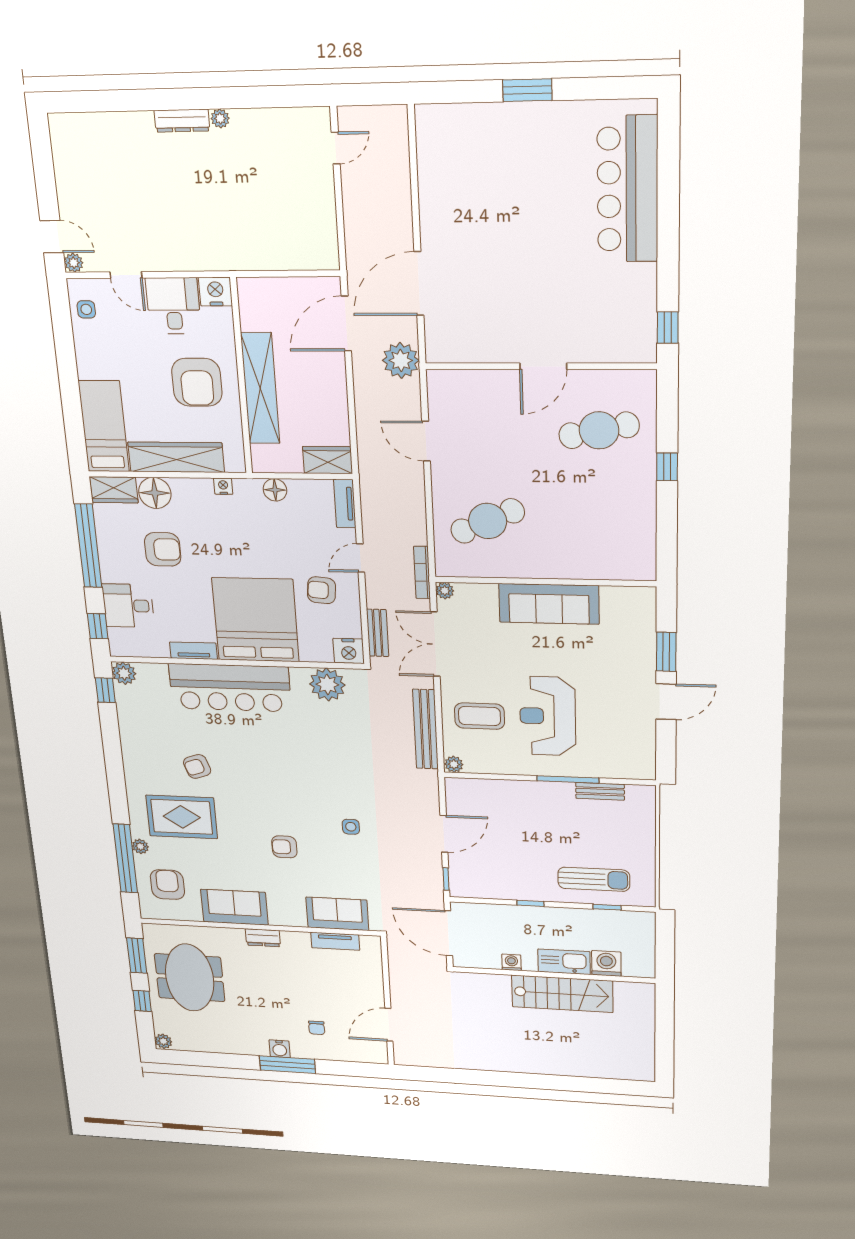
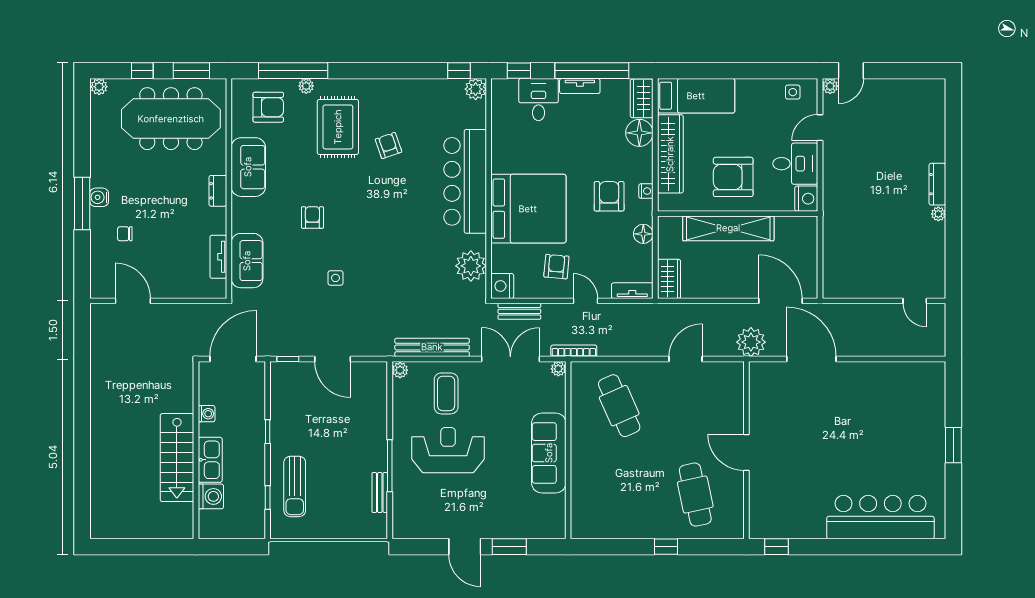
armchair: (163, 549) -> (609, 196), moved, turned 180
tv unit: (193, 651) -> (580, 86), moved, turned 90
meeting table: (190, 978) -> (171, 119), width x1.36

